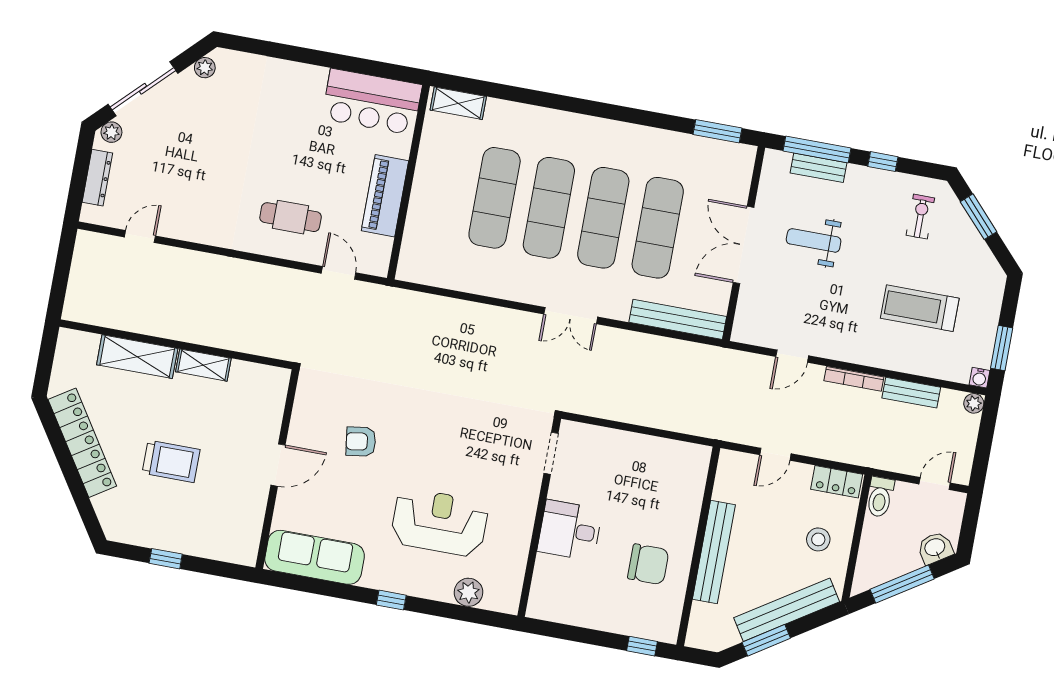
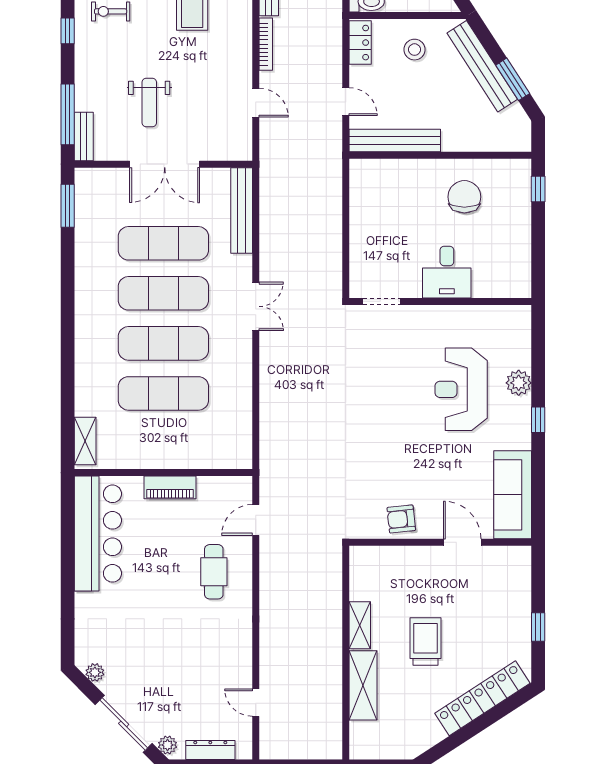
bar counter: (372, 102) -> (98, 534), width x1.36
window: (883, 162) -> (68, 31), moved
bench: (819, 168) -> (84, 136), moved
piano: (385, 196) -> (170, 487), width x0.73, depth x0.75
armchair: (361, 442) -> (401, 519), moved, turned 92
locker: (82, 443) -> (482, 698), moved
trolley: (171, 461) -> (426, 642), moved
door: (278, 465) -> (462, 542), moved
bench: (714, 552) -> (395, 140), moved
plant: (468, 592) -> (519, 383), moved

